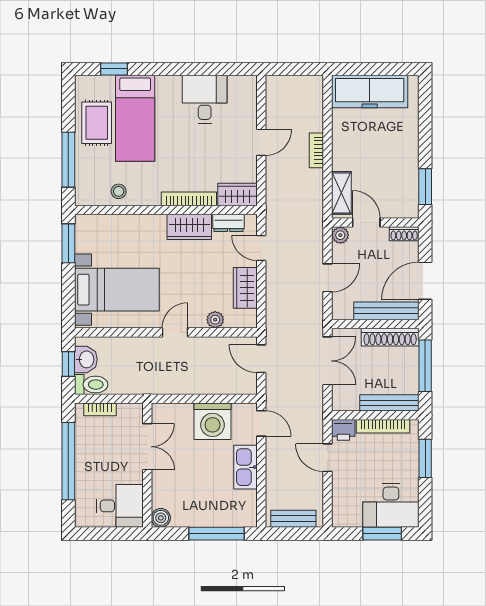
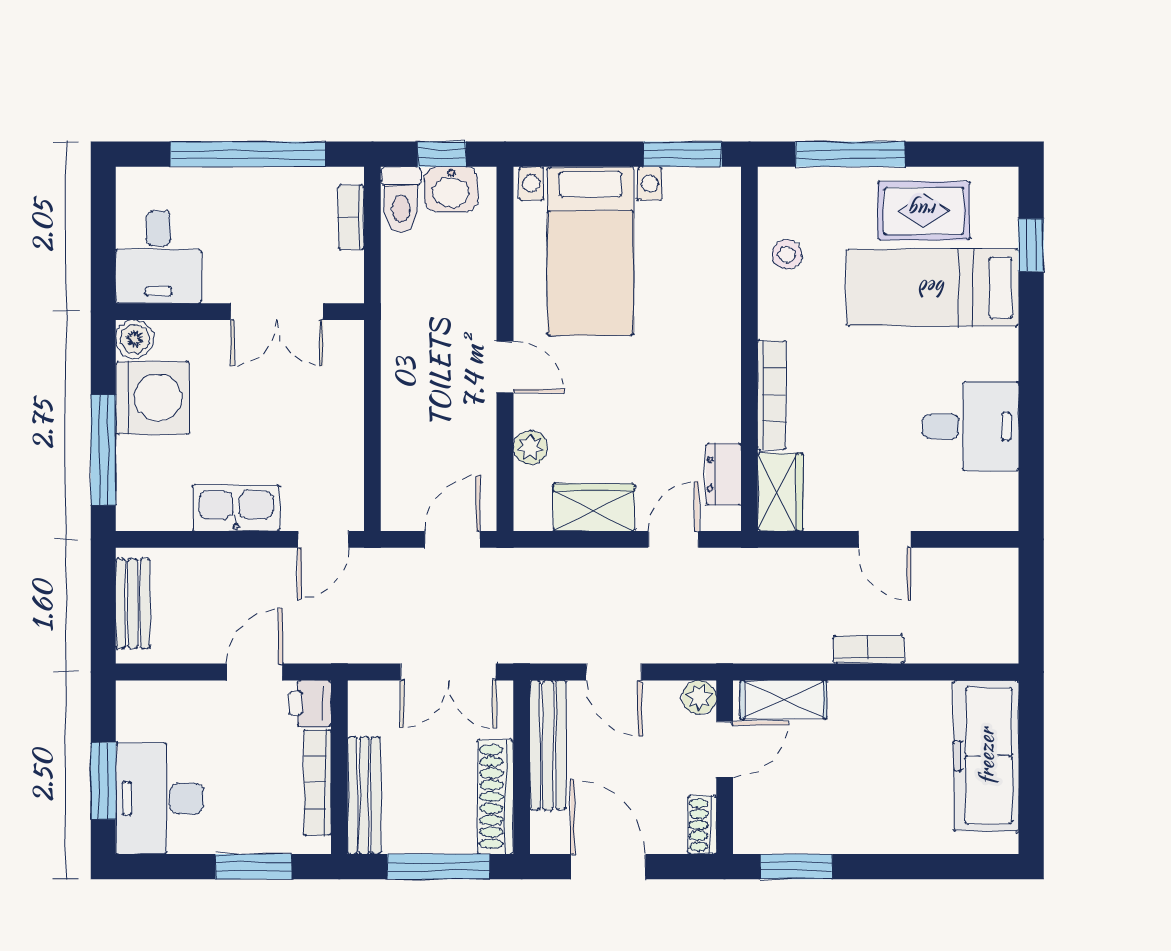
wardrobe: (189, 227) -> (716, 396), removed
bench: (386, 311) -> (548, 745), moved
washing machine: (213, 421) -> (152, 398), moved, turned 180

